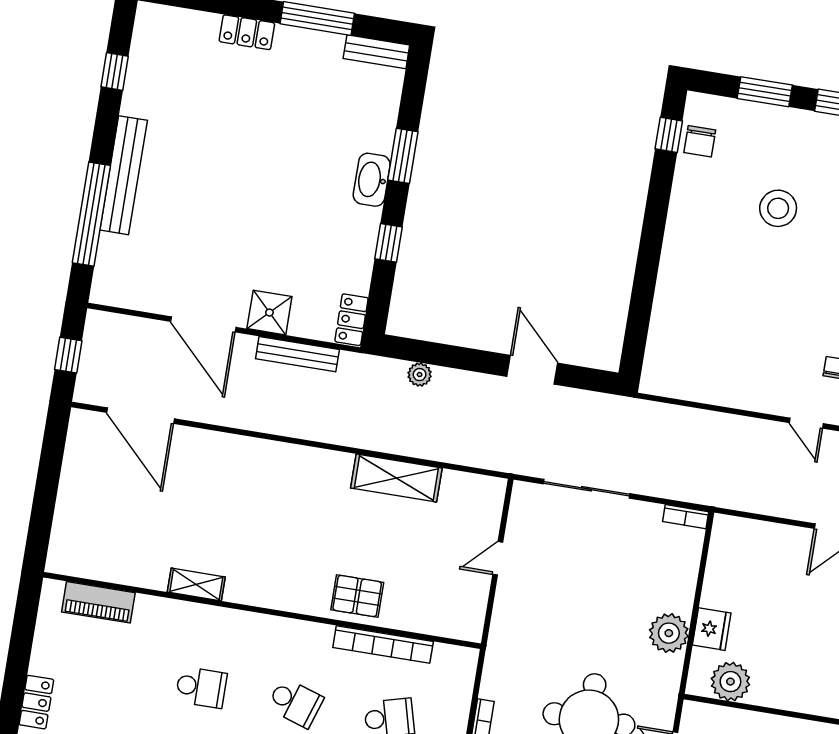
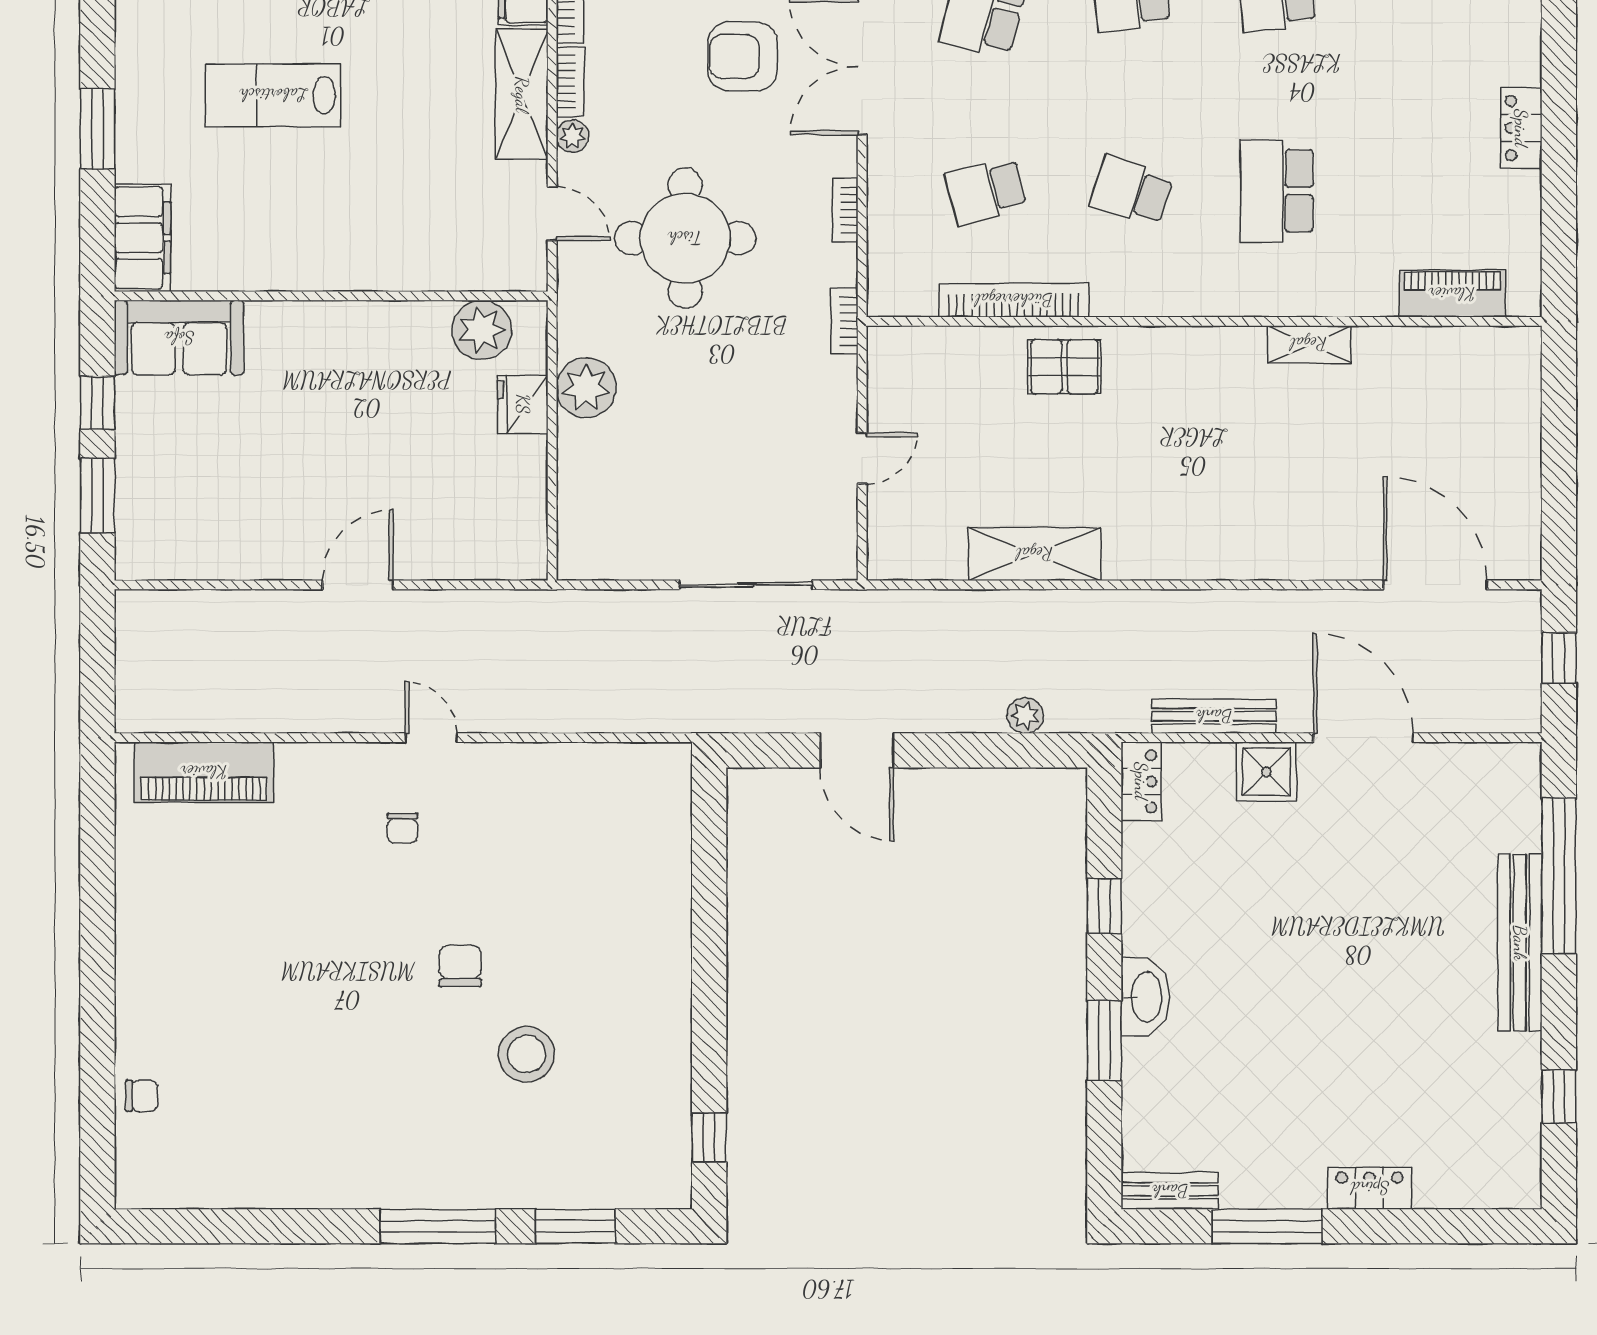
chair: (700, 141) -> (460, 966), moved
bookcase: (686, 517) -> (845, 321), moved, turned -90
school desk: (201, 687) -> (1277, 191), width x1.85

